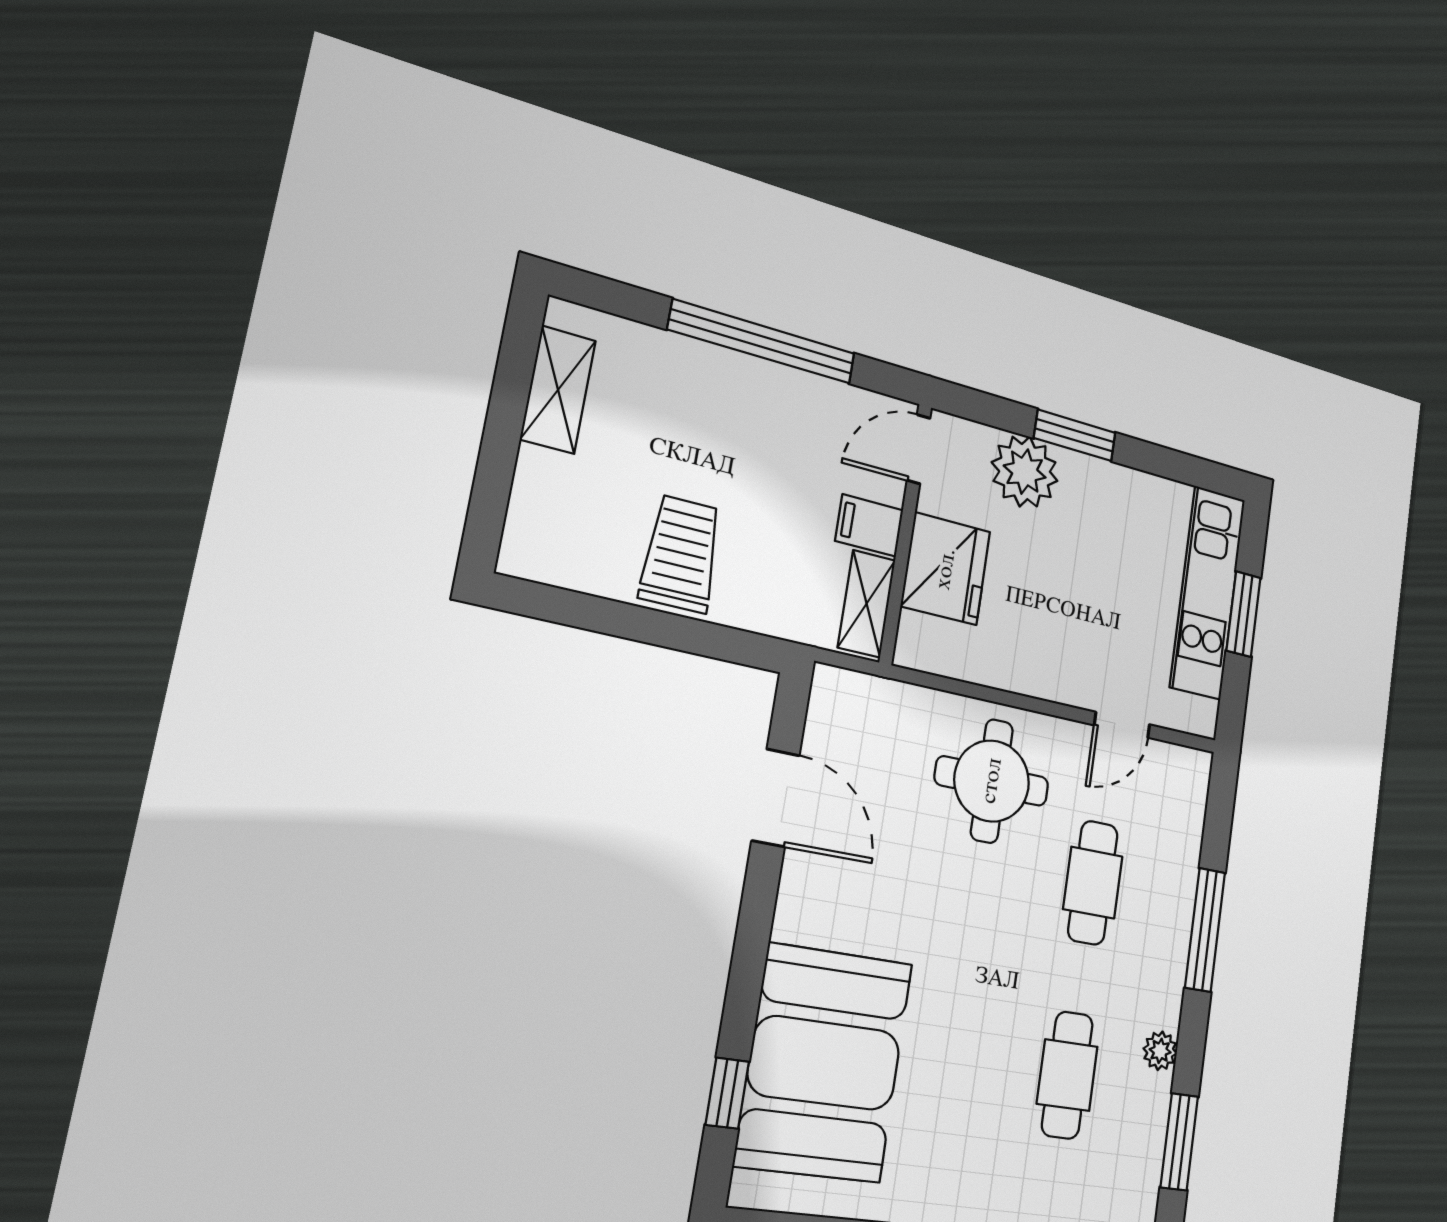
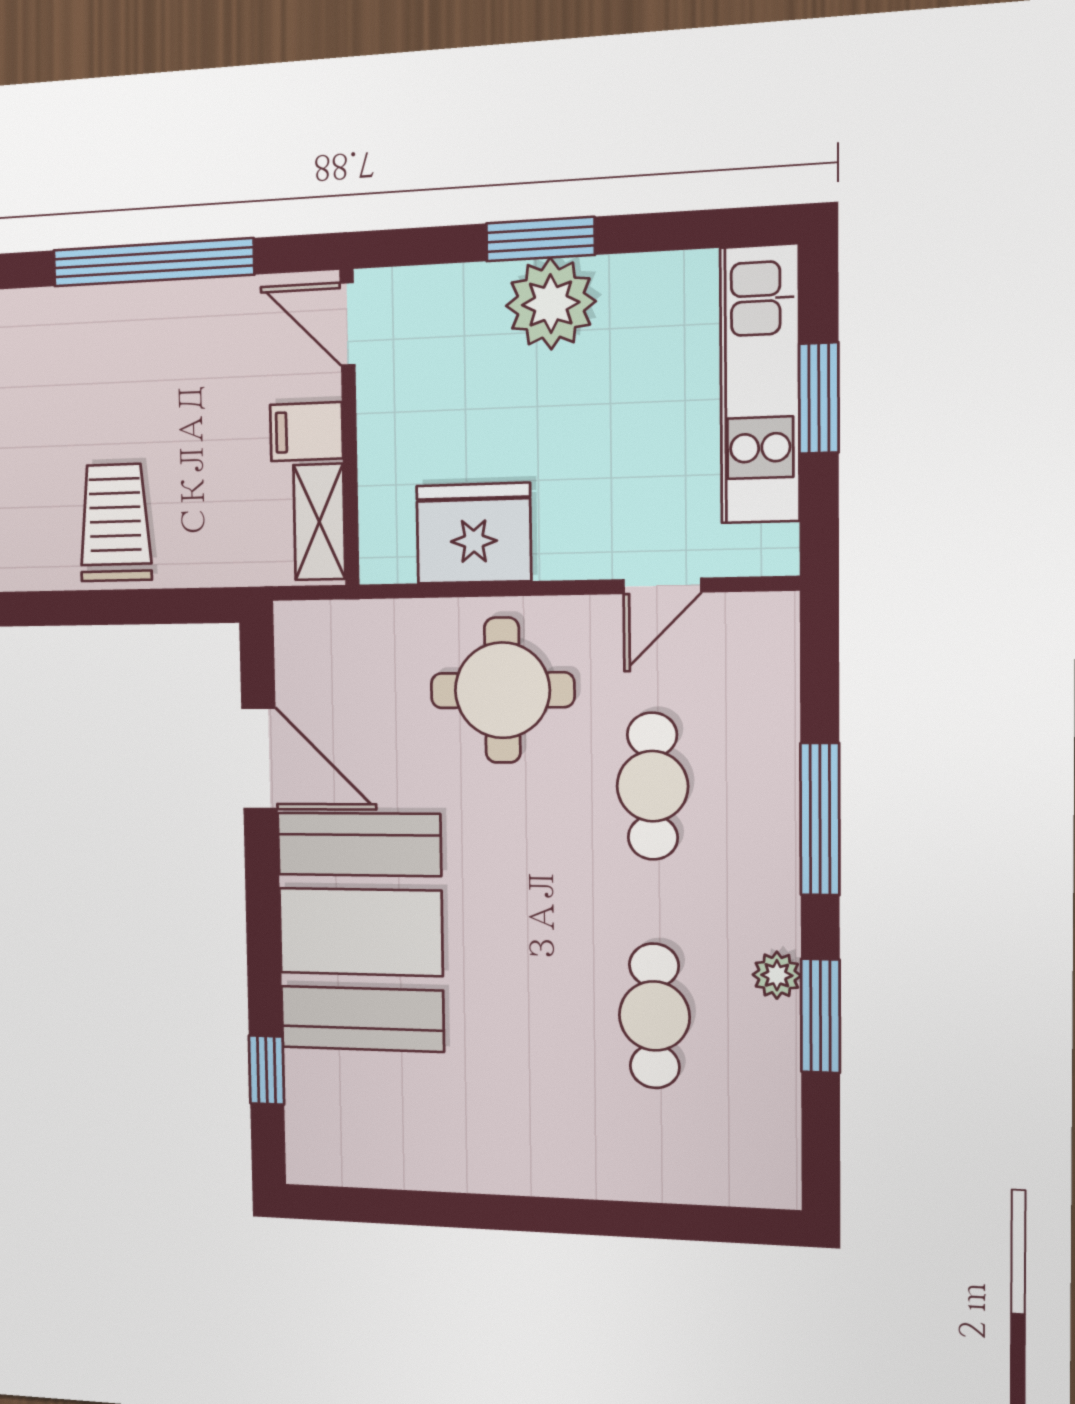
door: (919, 449) -> (347, 324), hinge flipped
plant: (1025, 472) -> (551, 304), moved
fridge: (946, 569) -> (474, 533), moved, turned -90
booth: (824, 1063) -> (360, 932), moved
window: (1179, 1142) -> (820, 1016), moved

